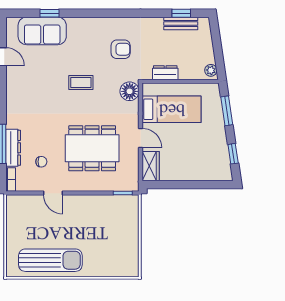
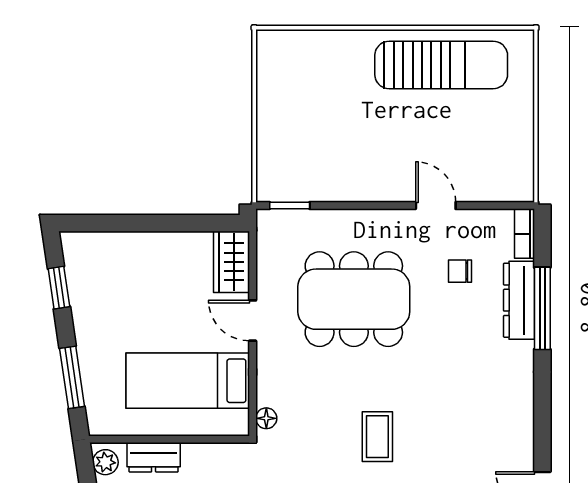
dresser: (165, 73) -> (154, 457), moved
coffee table: (81, 83) -> (377, 437), turned 90
floor lamp: (130, 91) -> (266, 418), width x0.53, depth x0.53
sun lounger: (50, 260) -> (441, 65), turned 180

